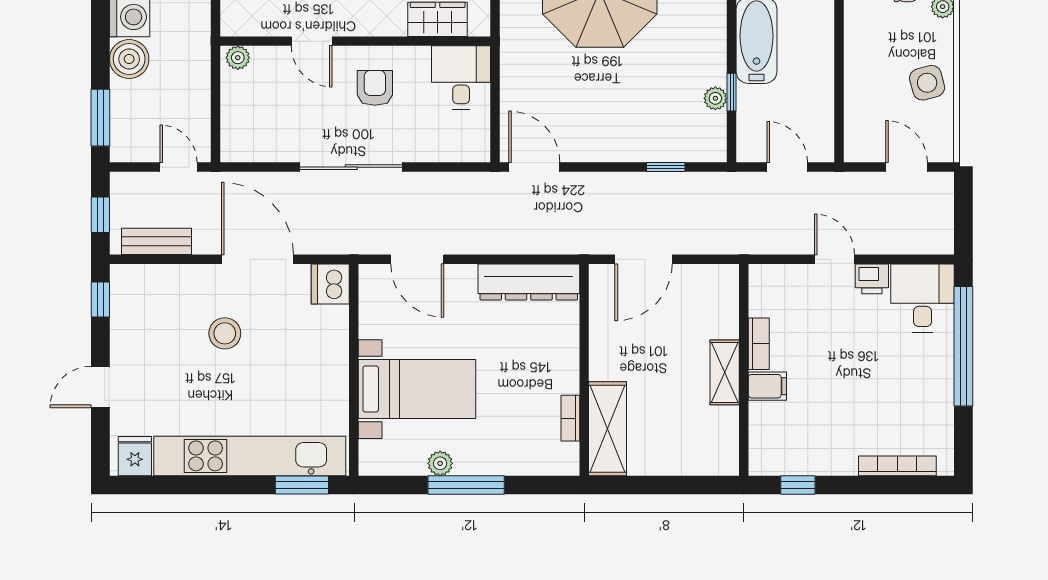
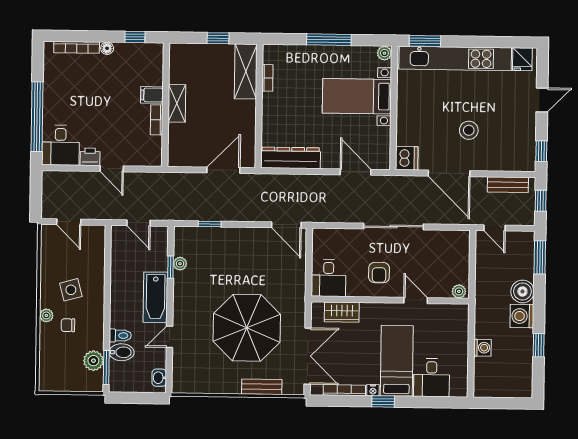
side table: (927, 83) -> (71, 290), moved
plant: (440, 463) -> (384, 53), moved
floor lamp: (845, 465) -> (107, 48), added
window: (656, 485) -> (218, 38), added

